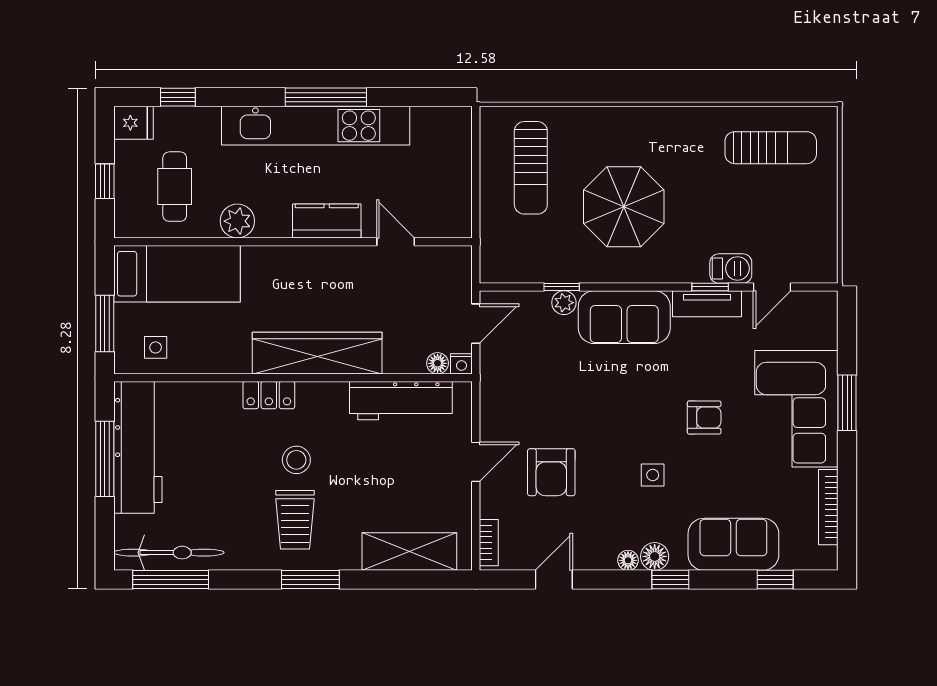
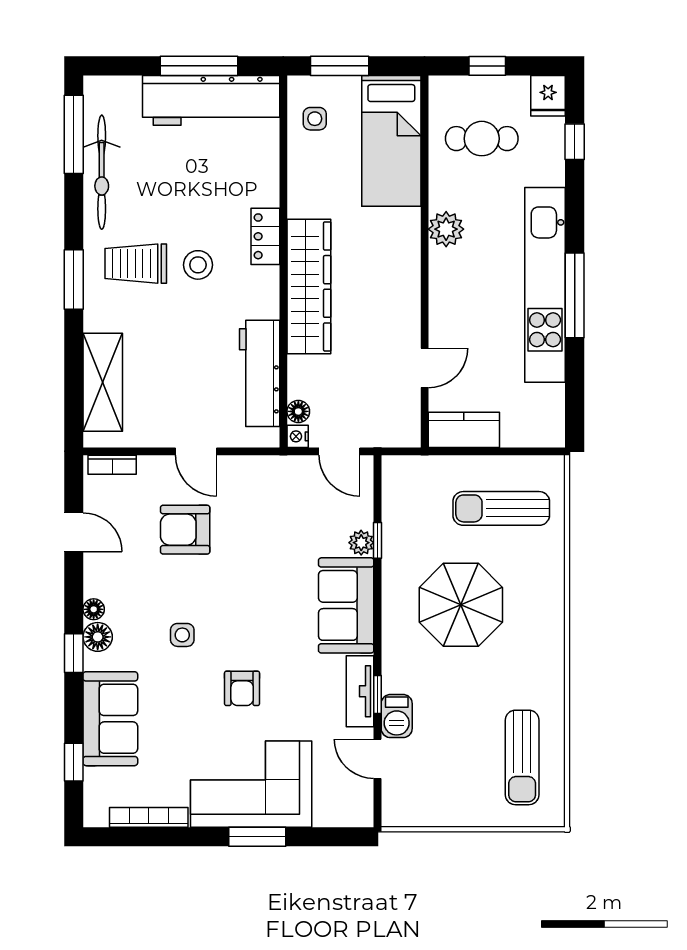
plant: (237, 221) -> (446, 229), moved
kitchen counter: (327, 221) -> (464, 430), moved, turned -90
bicycle: (169, 553) -> (102, 172), moved

